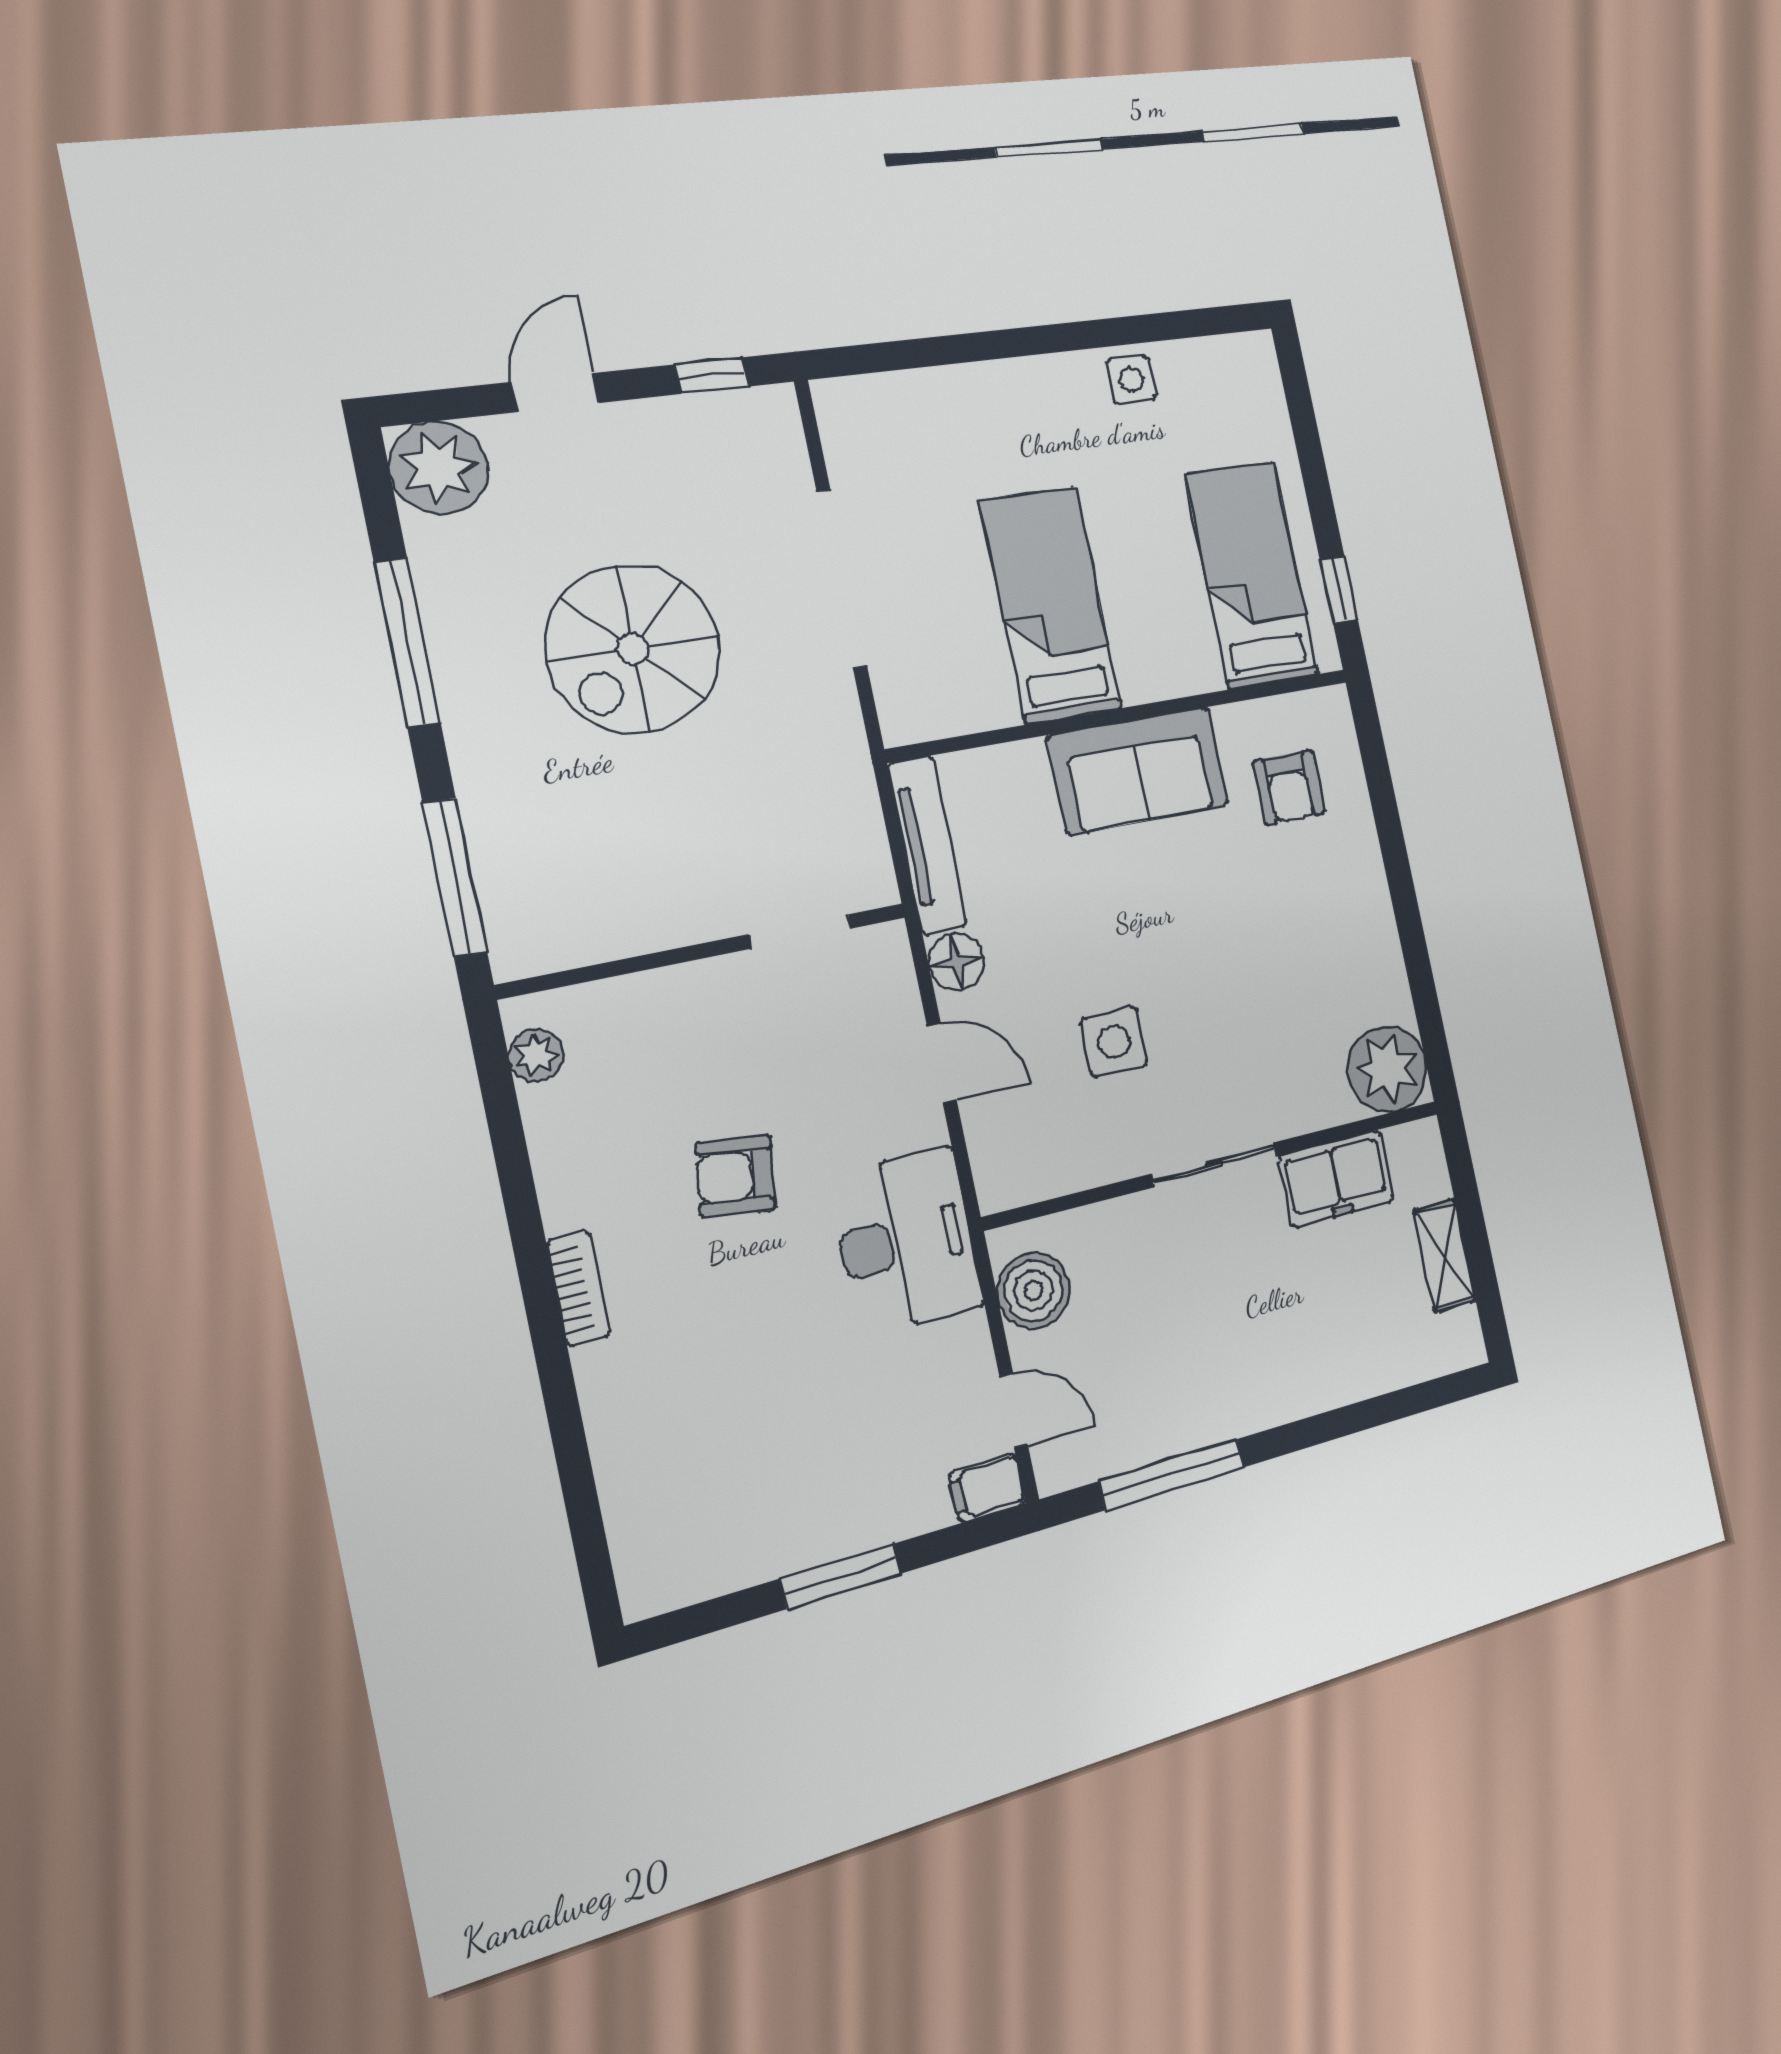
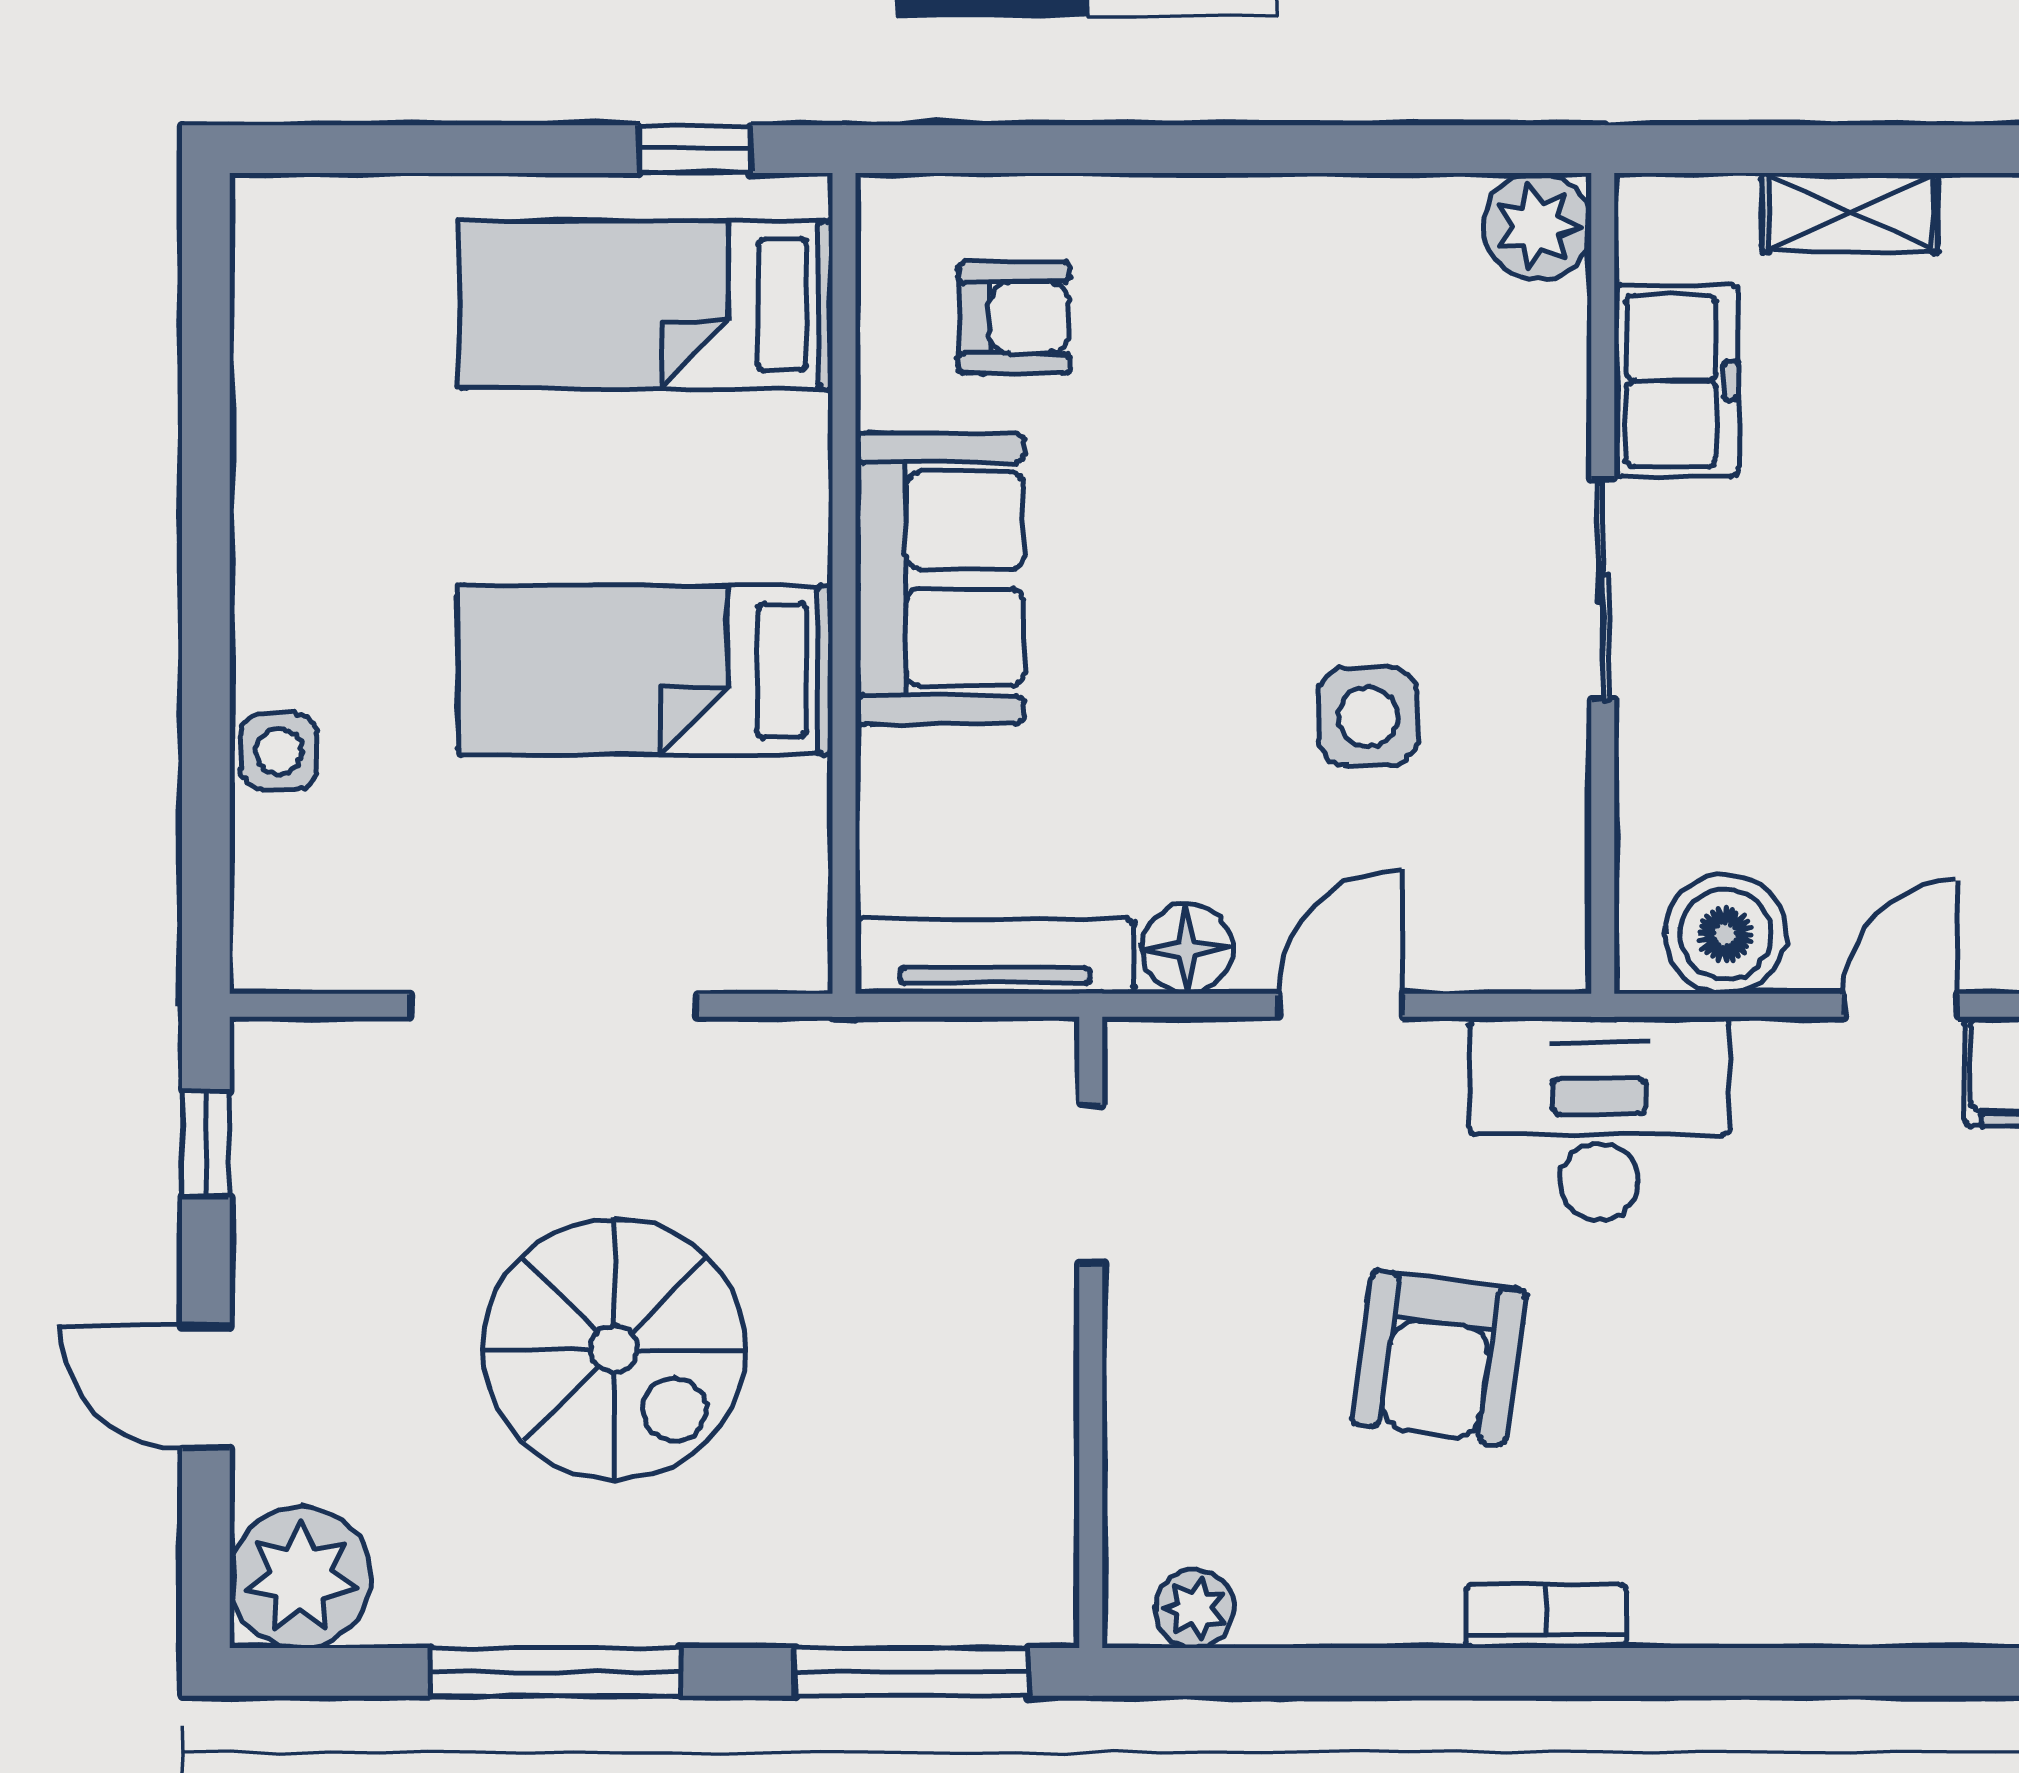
side table: (1131, 380) -> (279, 752), moved
plant: (1387, 1069) -> (1538, 227), width x0.73, depth x0.73
armchair: (735, 1176) -> (1439, 1357), width x1.38, depth x1.38

